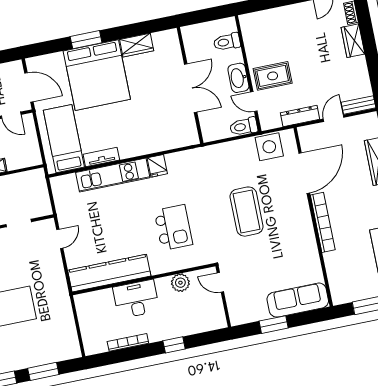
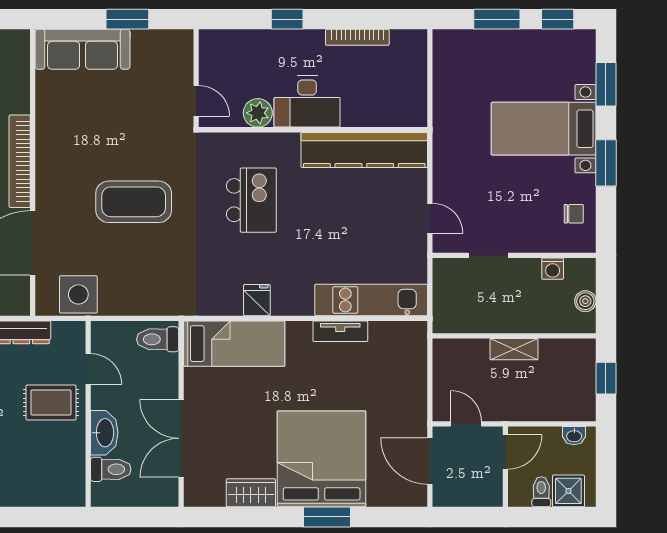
washbasin: (238, 78) -> (104, 433), moved
double door: (191, 88) -> (181, 438), moved
toilet: (244, 127) -> (158, 339), moved, turned 180
bed: (64, 139) -> (234, 344), moved, turned -90
kitchen unit: (113, 175) -> (371, 300), moved
coffee table: (247, 212) -> (134, 202), turned 90
kitchen island: (173, 228) -> (251, 200), turned 180
door: (60, 239) -> (430, 218), swing flipped
desk: (136, 299) -> (307, 101), moved

